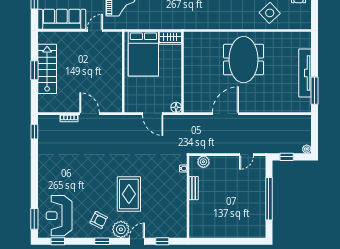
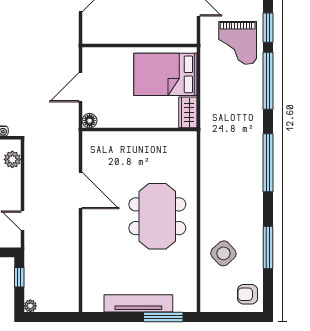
meeting table: (244, 60) -> (157, 216), turned 90
window: (315, 91) -> (163, 317), moved

